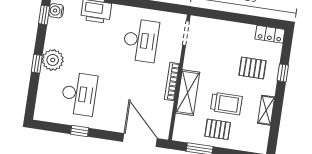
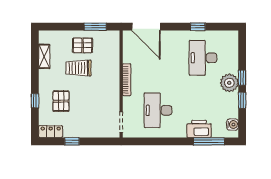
window: (44, 15) -> (242, 100), moved
window: (247, 19) -> (72, 141), added
pallet: (252, 68) -> (61, 101), turned 90
shelving: (188, 93) -> (112, 72), removed
shelving: (266, 110) -> (44, 56), moved

